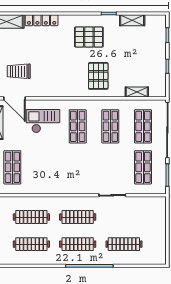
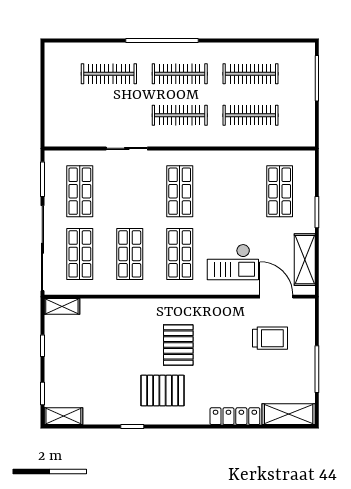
shelving: (132, 20) -> (63, 416), moved
pallet: (98, 76) -> (178, 345), moved
shelving: (137, 92) -> (62, 306), moved
shop shelf: (78, 167) -> (180, 191), added

